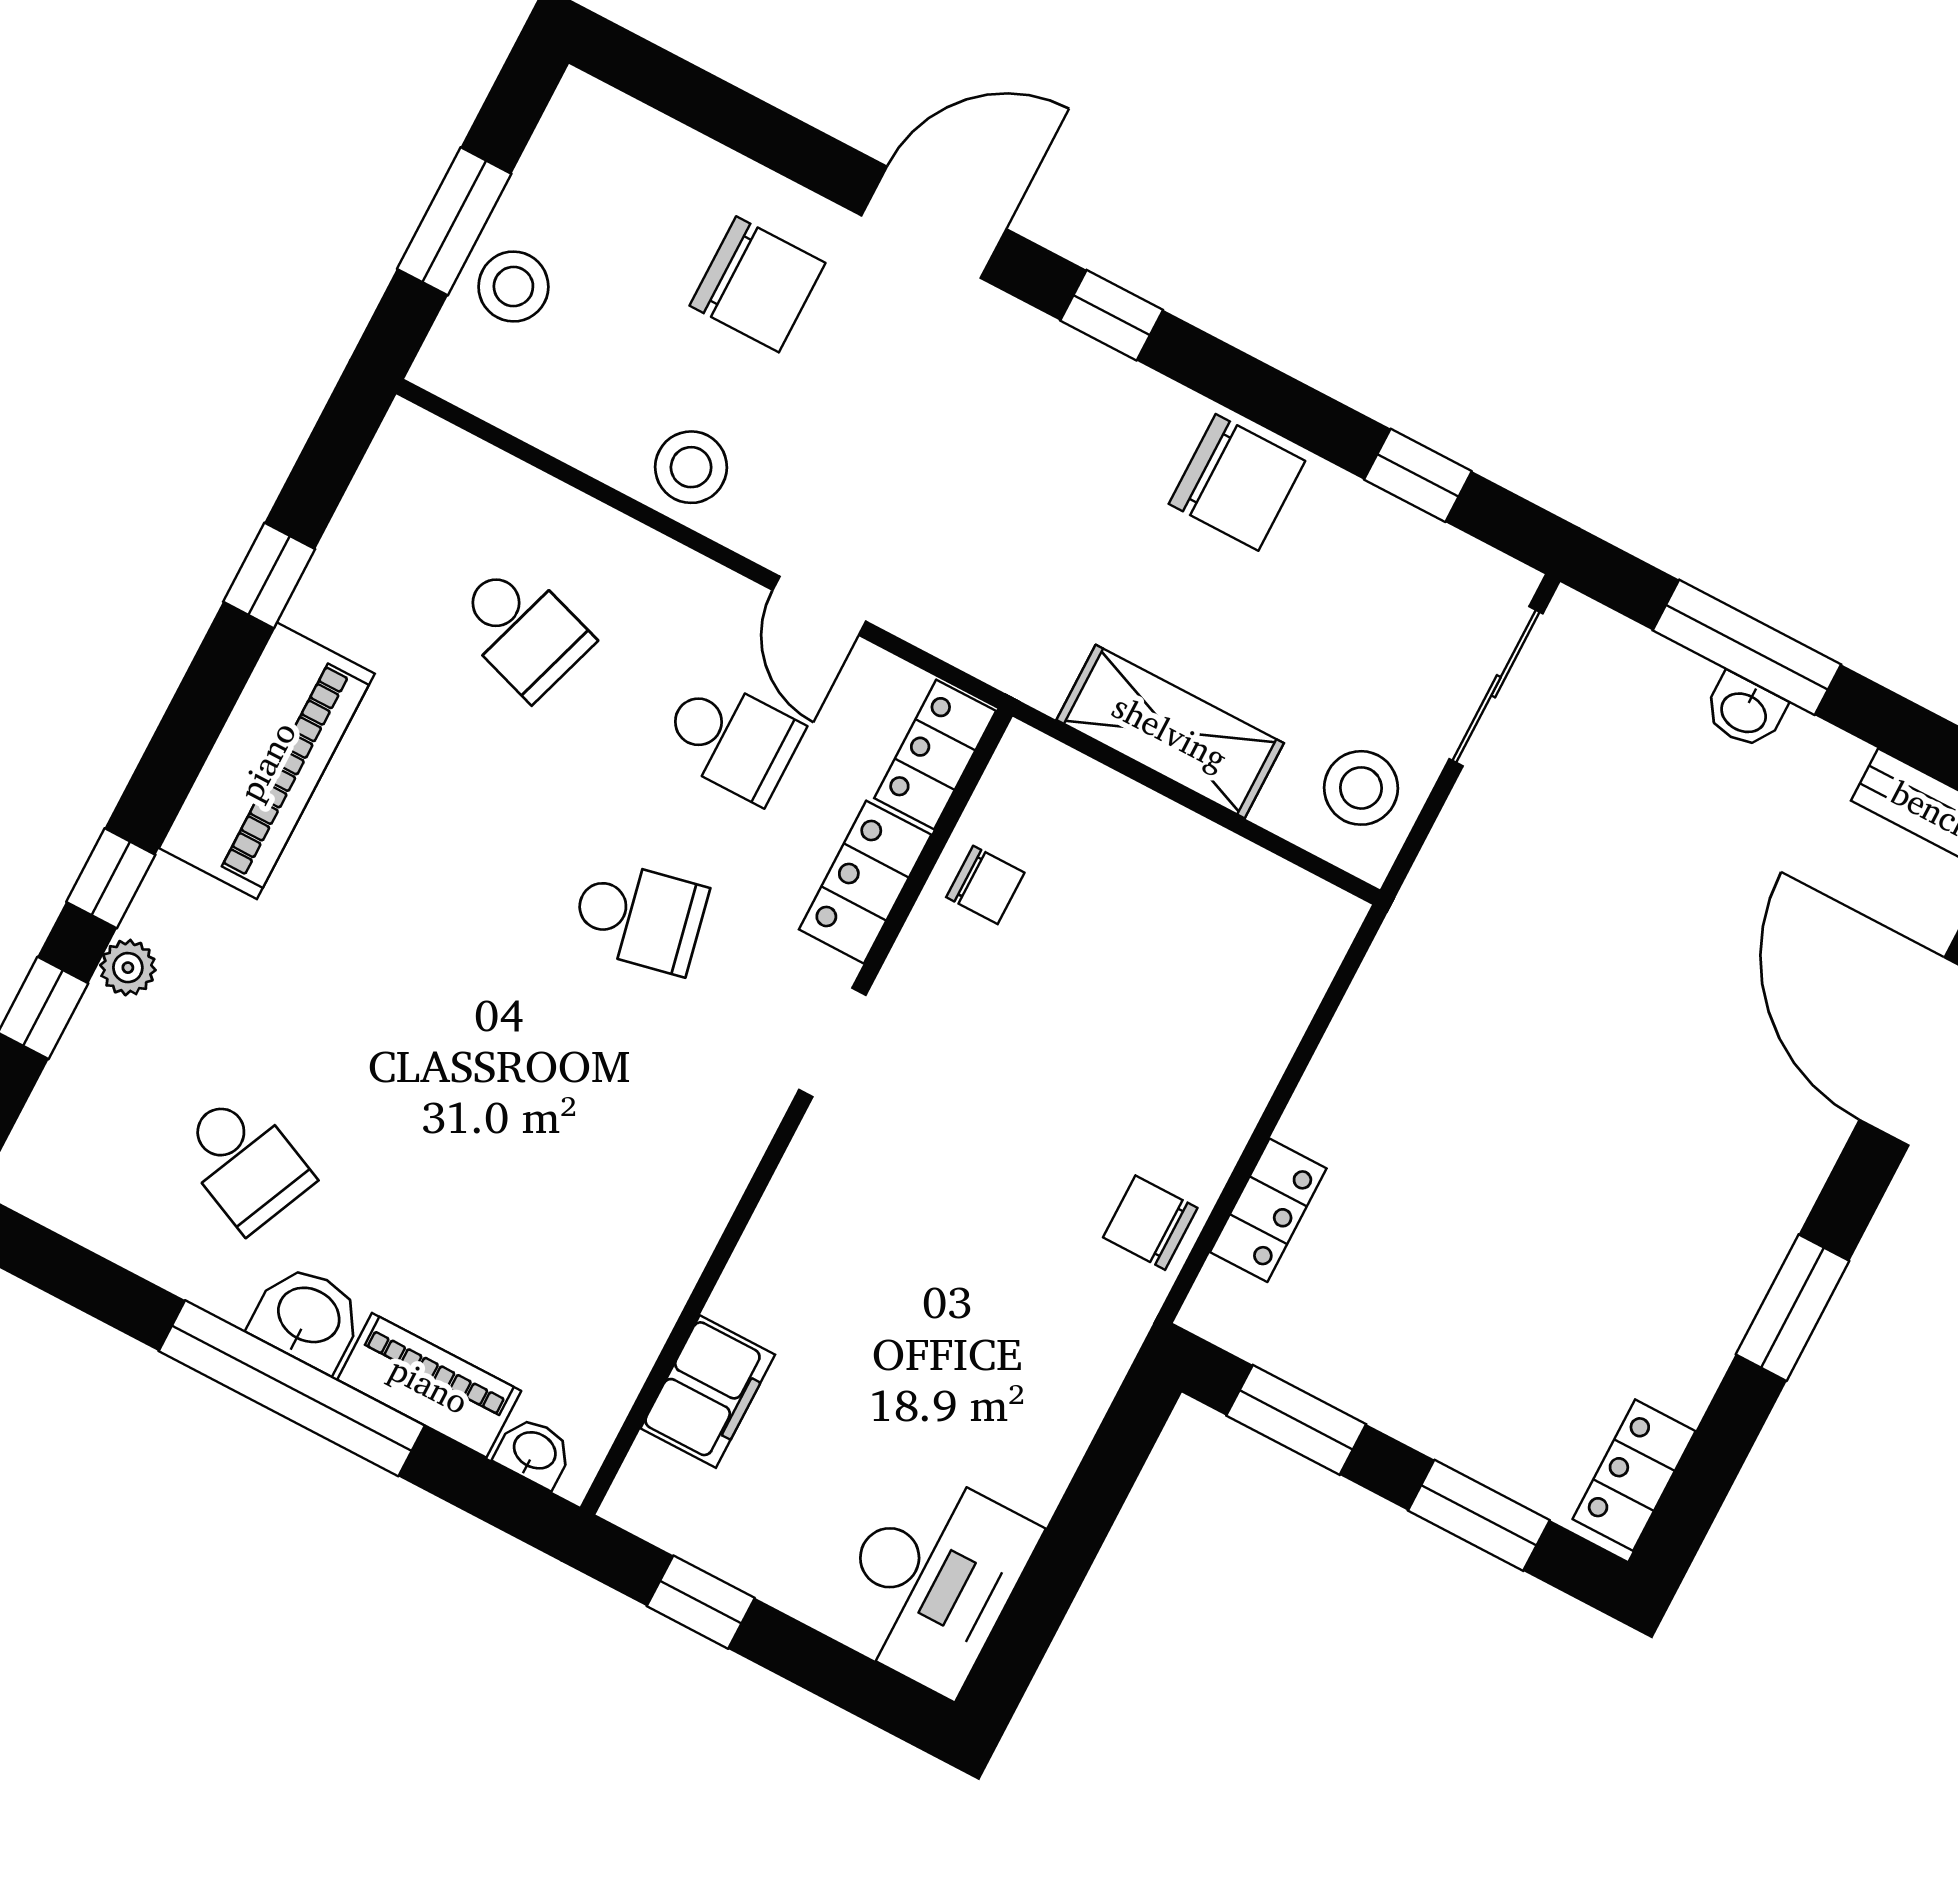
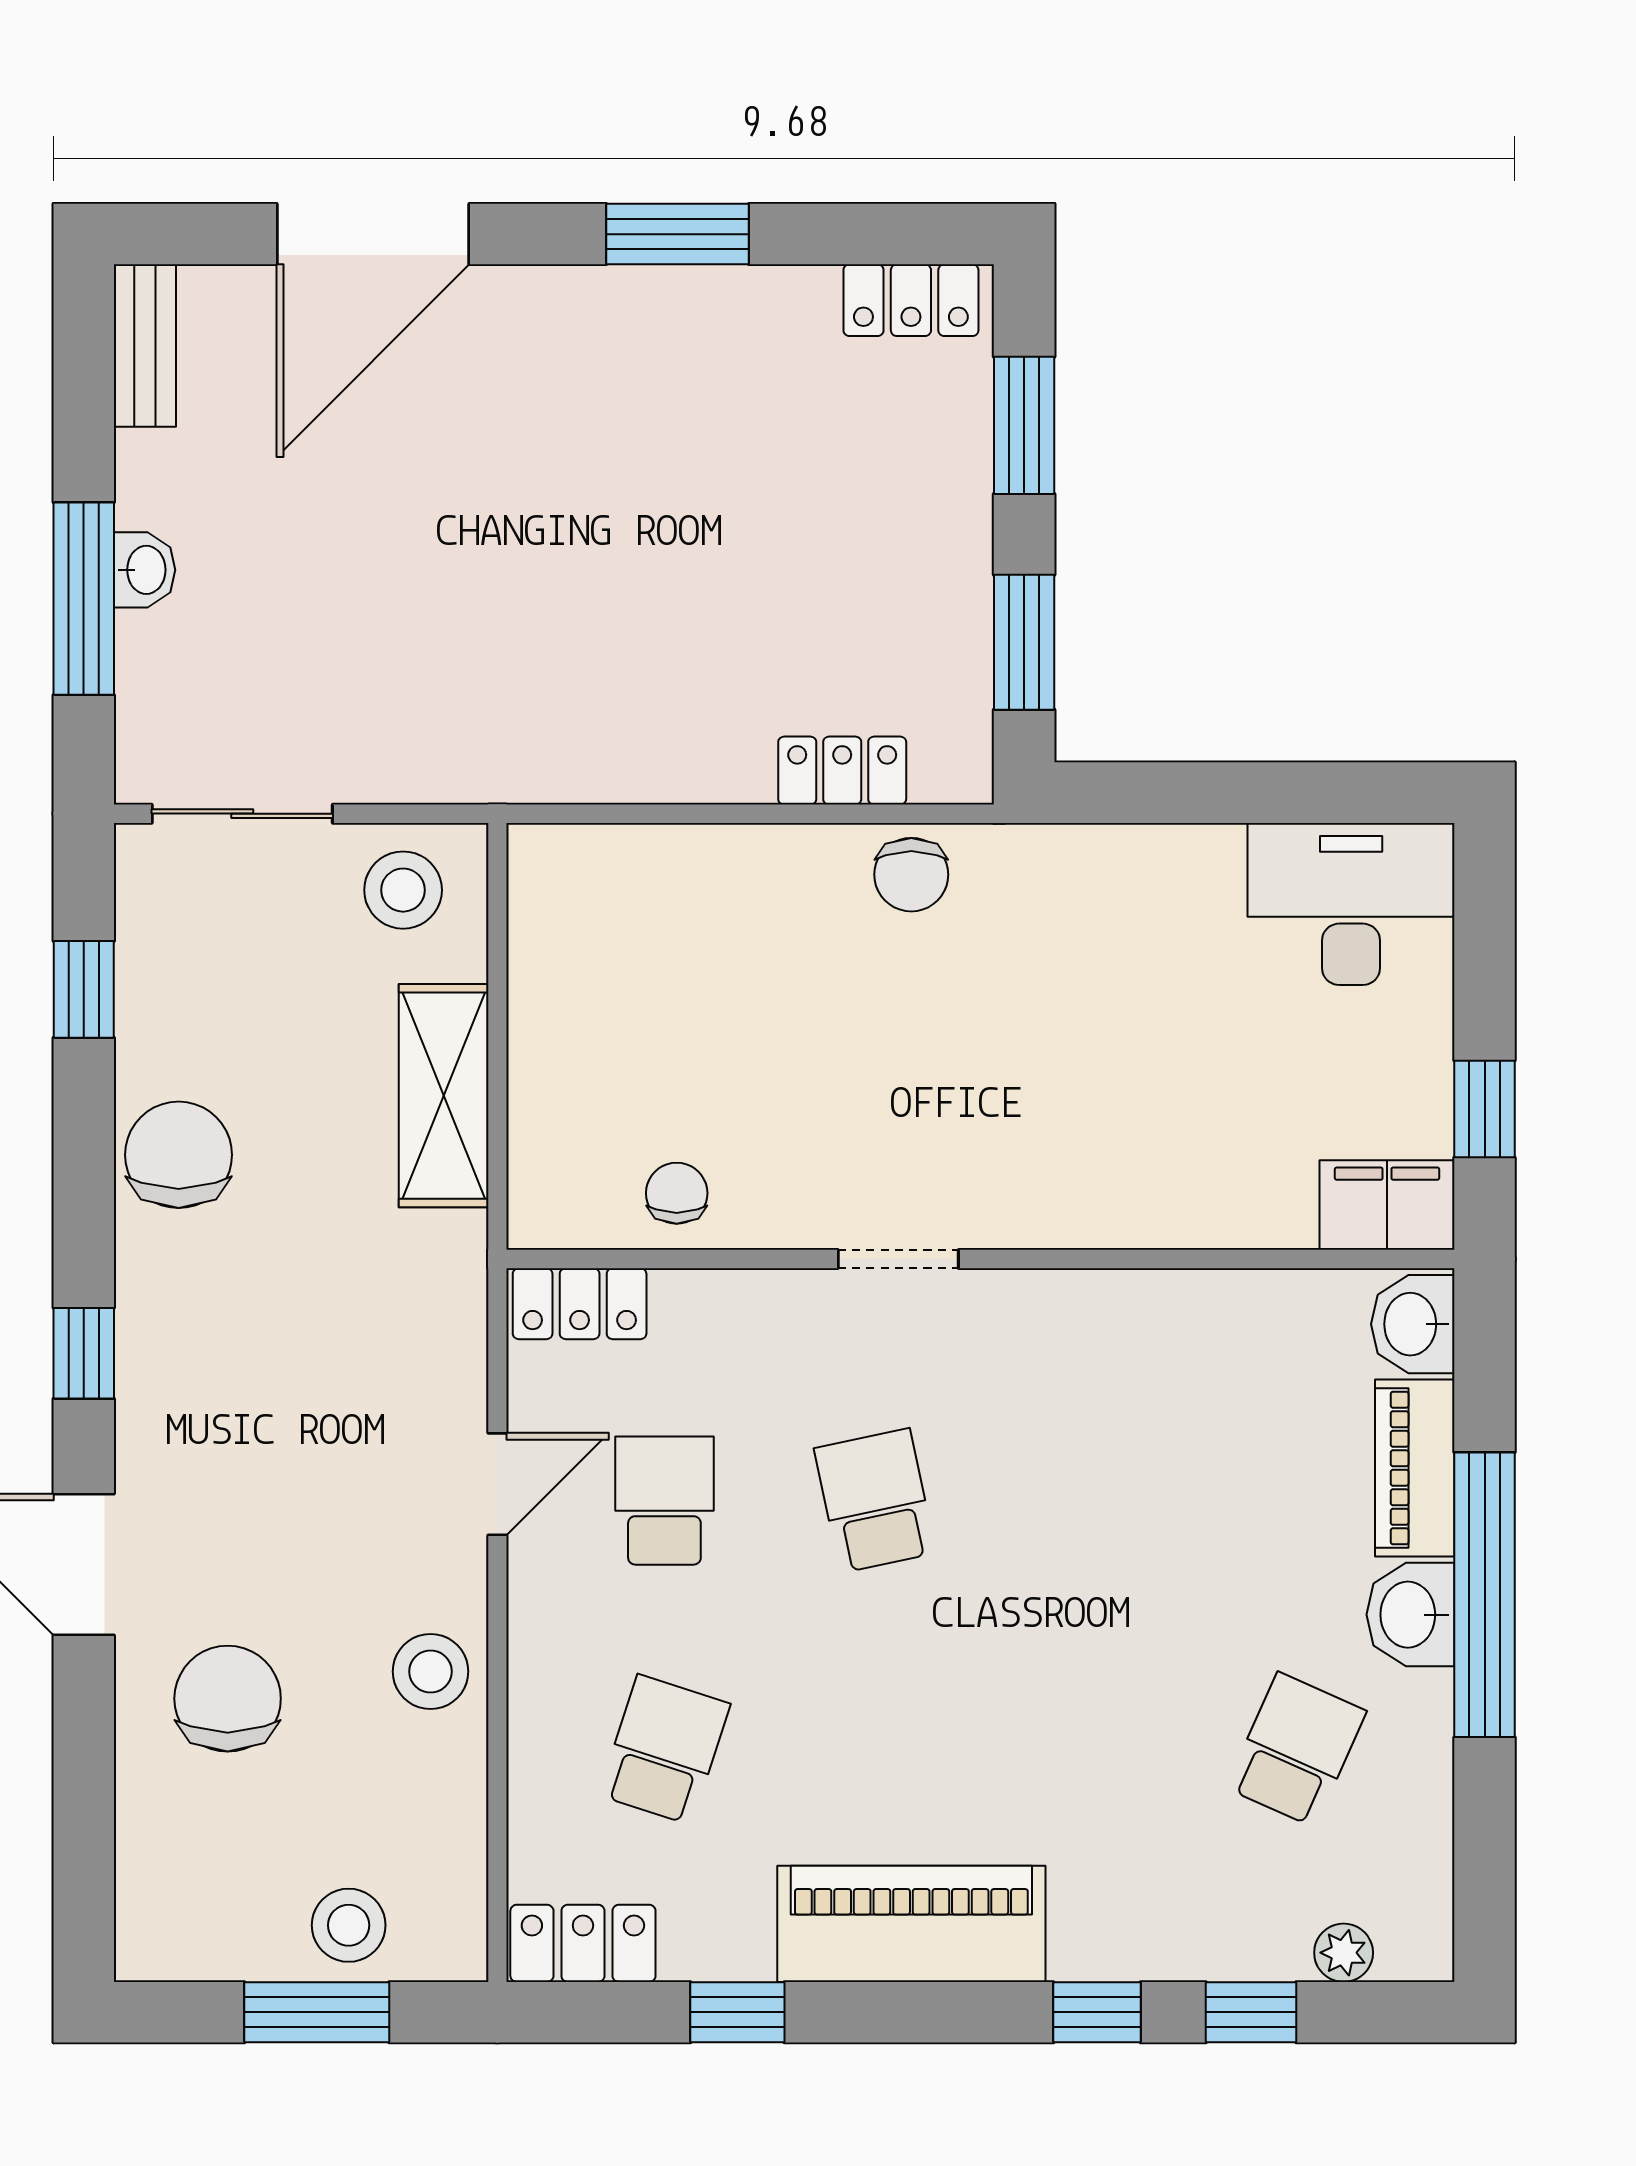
locker: (865, 882) -> (583, 1943), moved, turned 180
plant: (128, 968) -> (1344, 1953), moved
filing cabinet: (708, 1391) -> (1387, 1205), moved
washbasin: (534, 1452) -> (1413, 1324), width x1.38, depth x1.45

